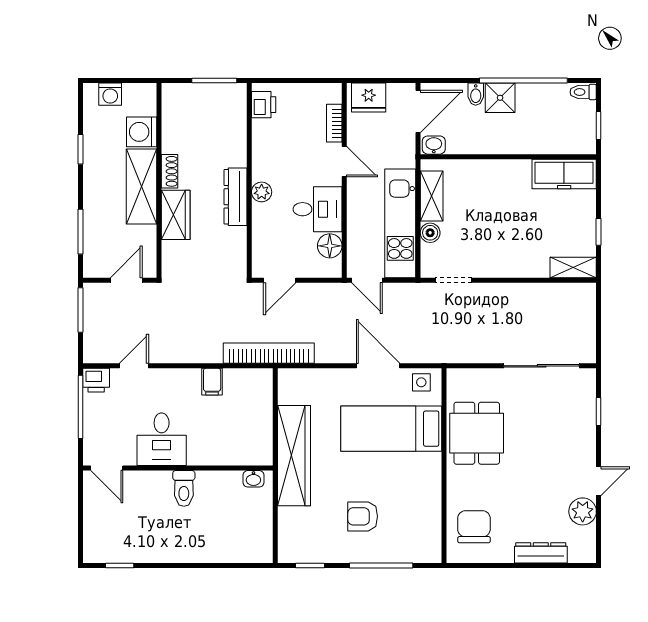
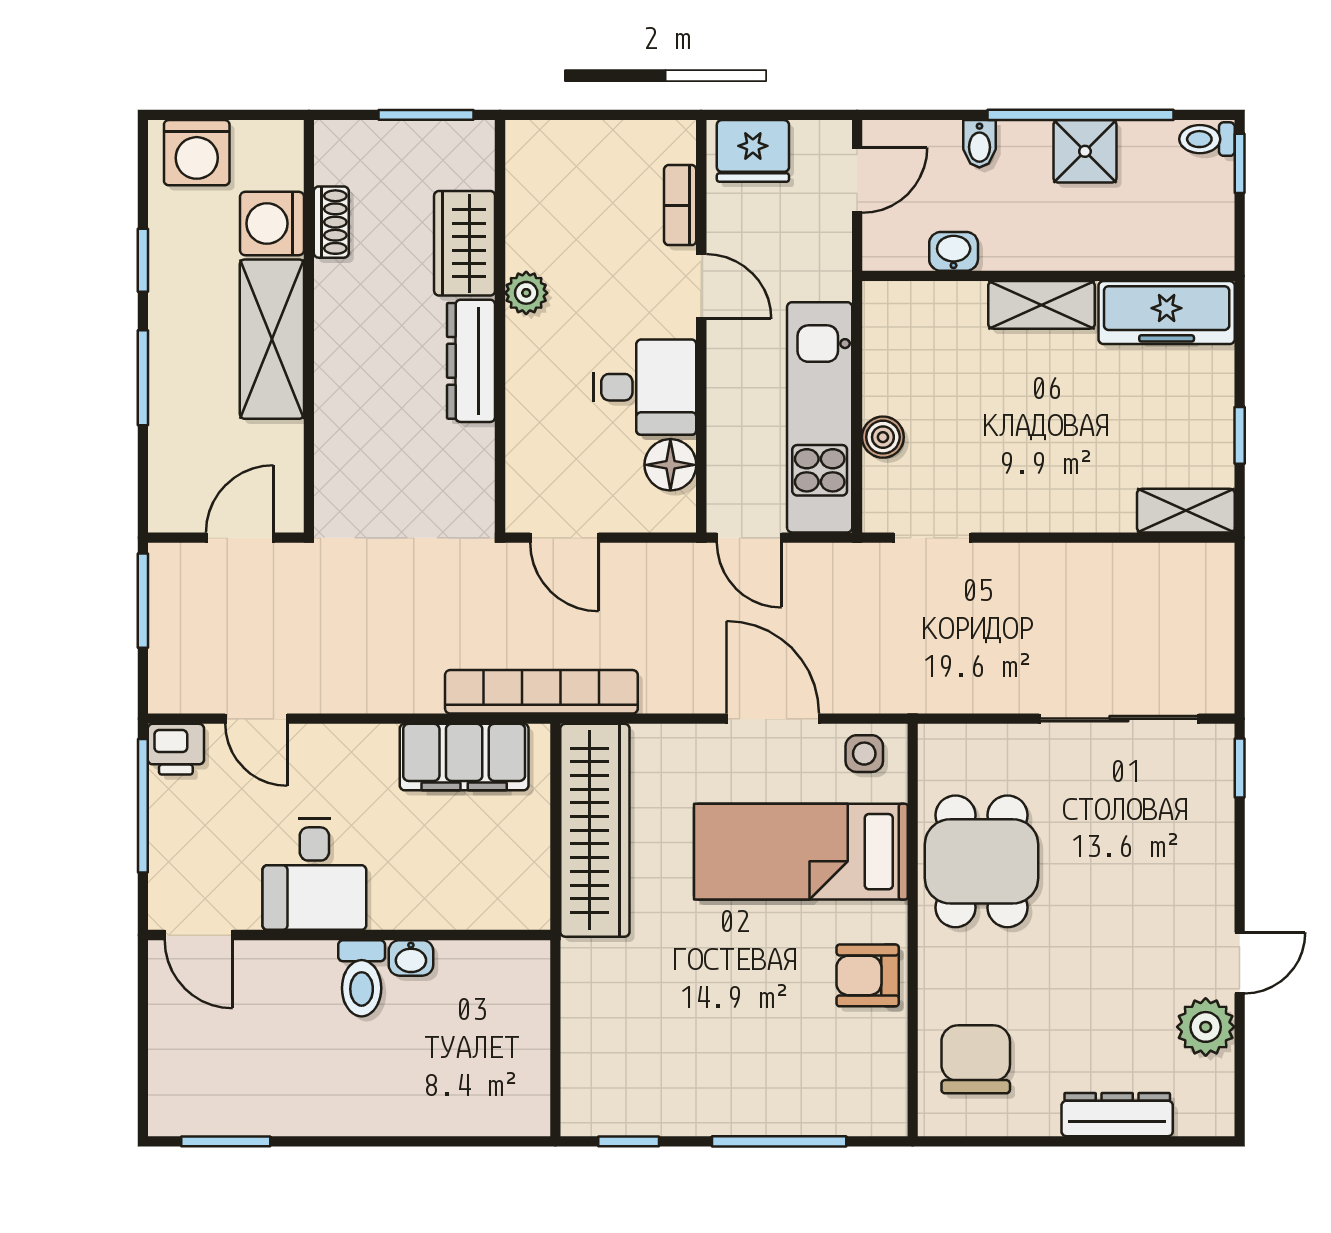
washing machine: (110, 94) -> (197, 153), width x1.38, depth x1.38
shower: (500, 98) -> (1085, 151), moved
printer: (264, 105) -> (530, 166), removed
door: (418, 111) -> (857, 180), width x0.73
window: (599, 126) -> (1240, 163), moved
washbasin: (434, 145) -> (954, 251), moved
shoe rack: (169, 171) -> (331, 222), moved
plant: (262, 192) -> (526, 293), moved
shelving: (432, 196) -> (1041, 305), moved, turned 90
wardrobe: (176, 215) -> (465, 243), moved, turned 180
window: (80, 232) -> (143, 378), moved
door: (280, 280) -> (564, 538), hinge flipped
door: (134, 366) -> (256, 719), swing flipped
filing cabinet: (212, 382) -> (464, 757), width x3.00, depth x1.17
window: (599, 412) -> (1240, 768), moved
wardrobe: (294, 456) -> (595, 830), moved
washbasin: (253, 479) -> (411, 958), moved
armchair: (363, 516) -> (868, 975), moved
window: (120, 565) -> (226, 1141), width x1.50

